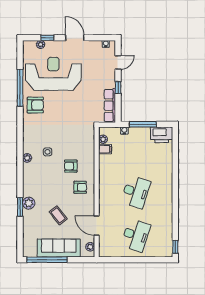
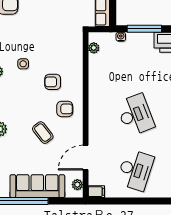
filing cabinet: (105, 149) -> (96, 192), moved
desk: (136, 192) -> (135, 115), turned -39
coffee table: (58, 215) -> (43, 133), moved
door: (97, 226) -> (86, 158), hinge flipped

